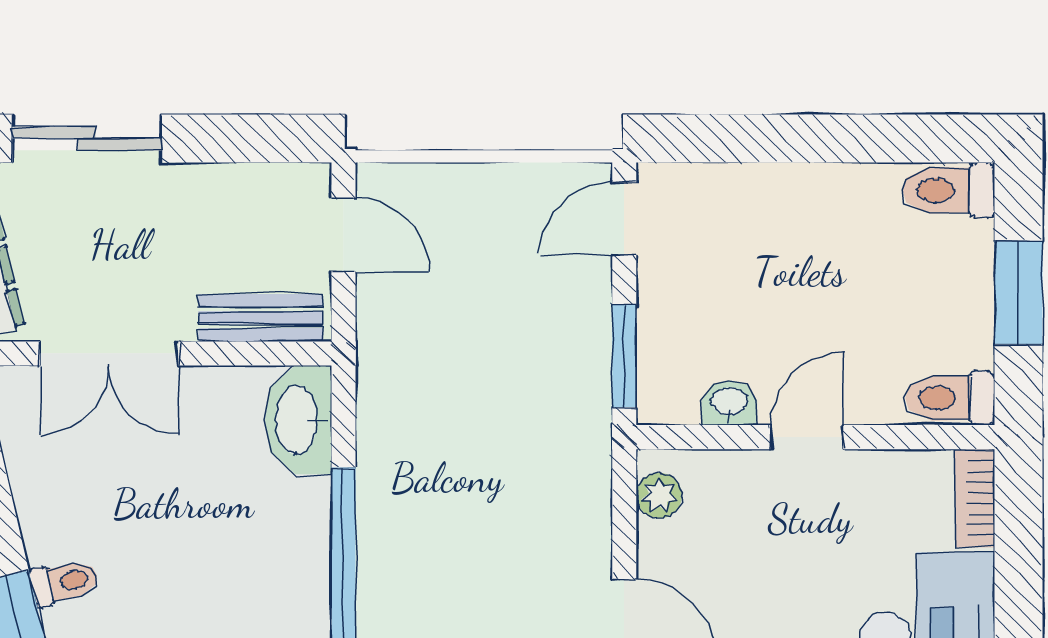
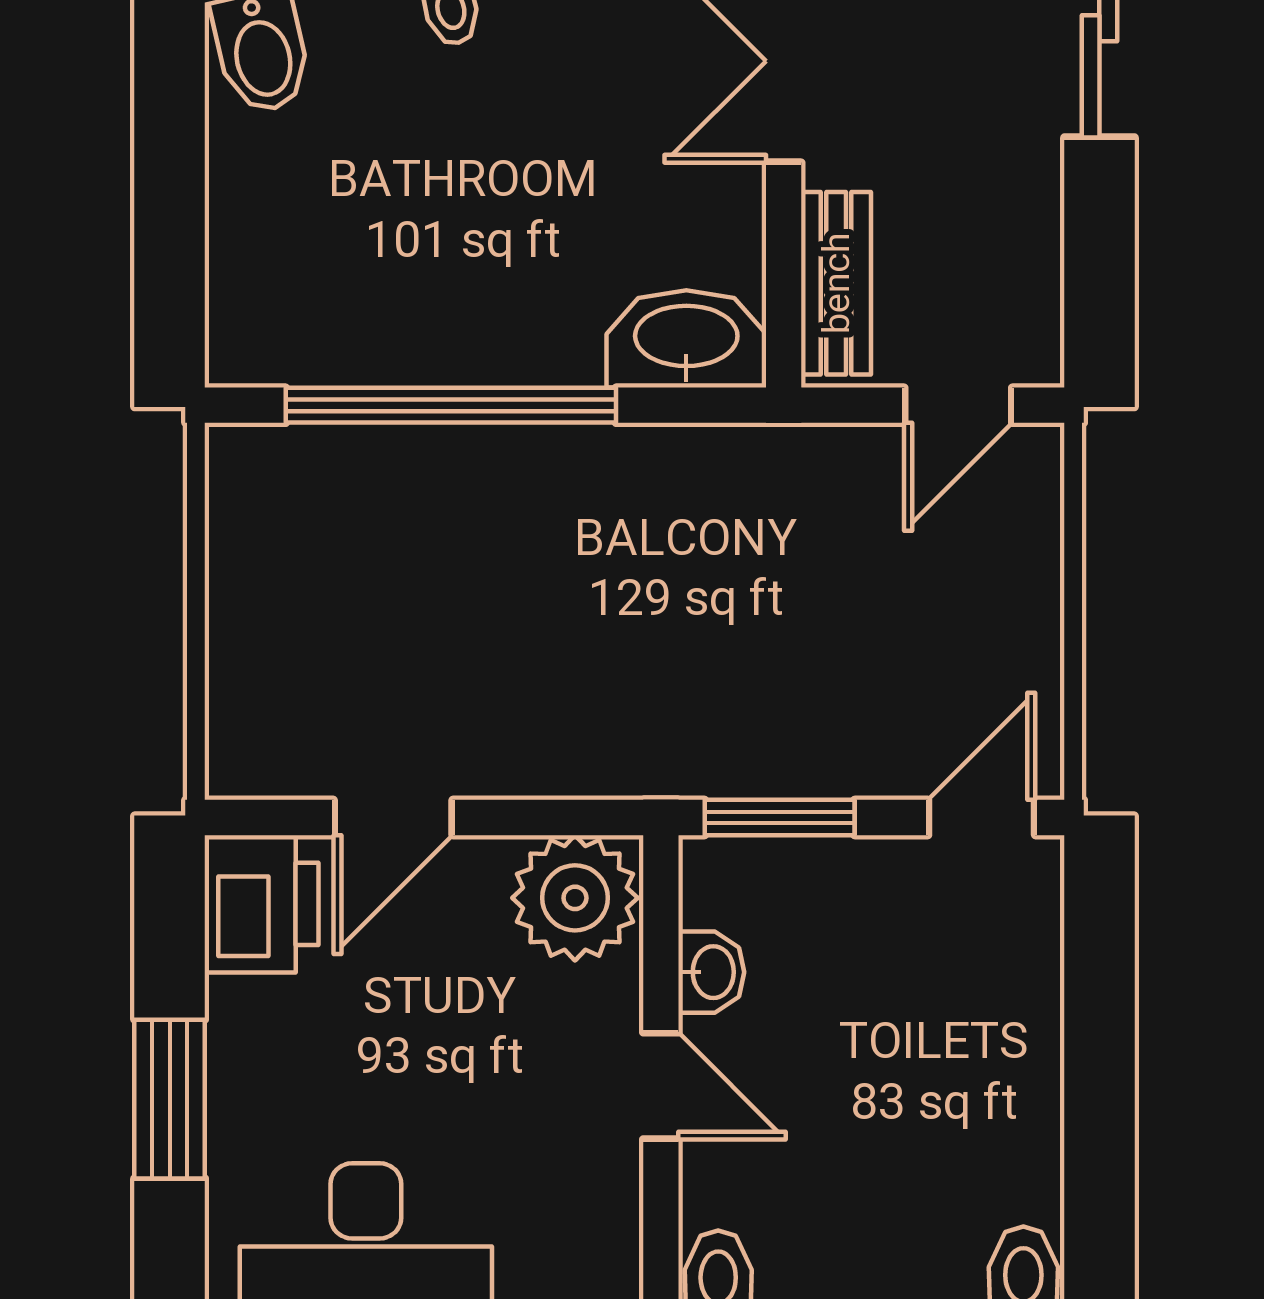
door: (624, 219) -> (982, 817), hinge flipped
plant: (659, 496) -> (575, 898), width x1.87, depth x1.87

